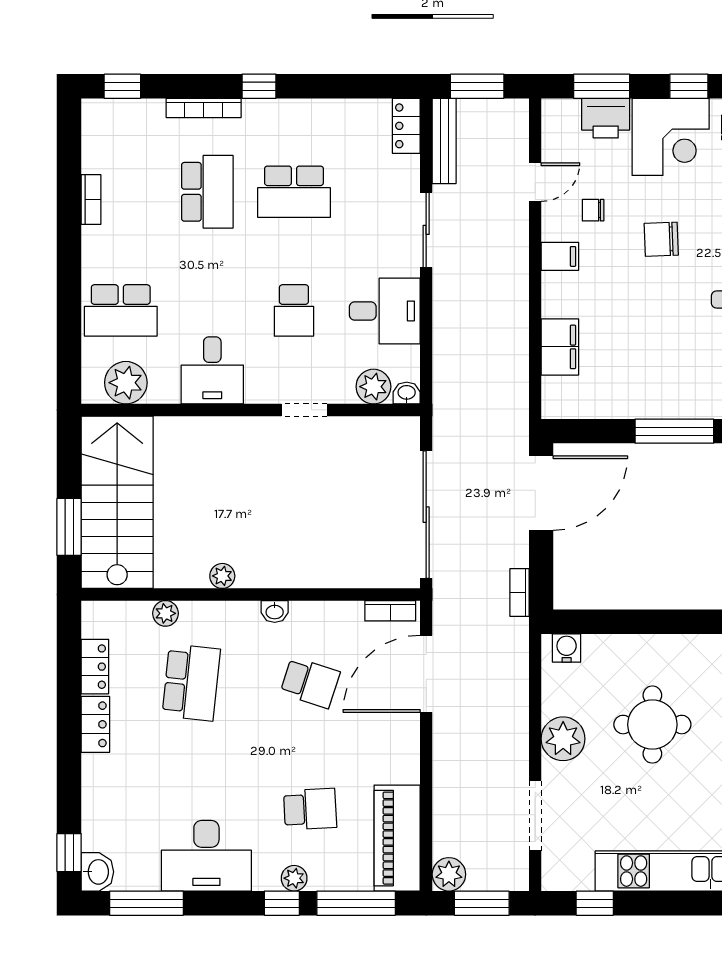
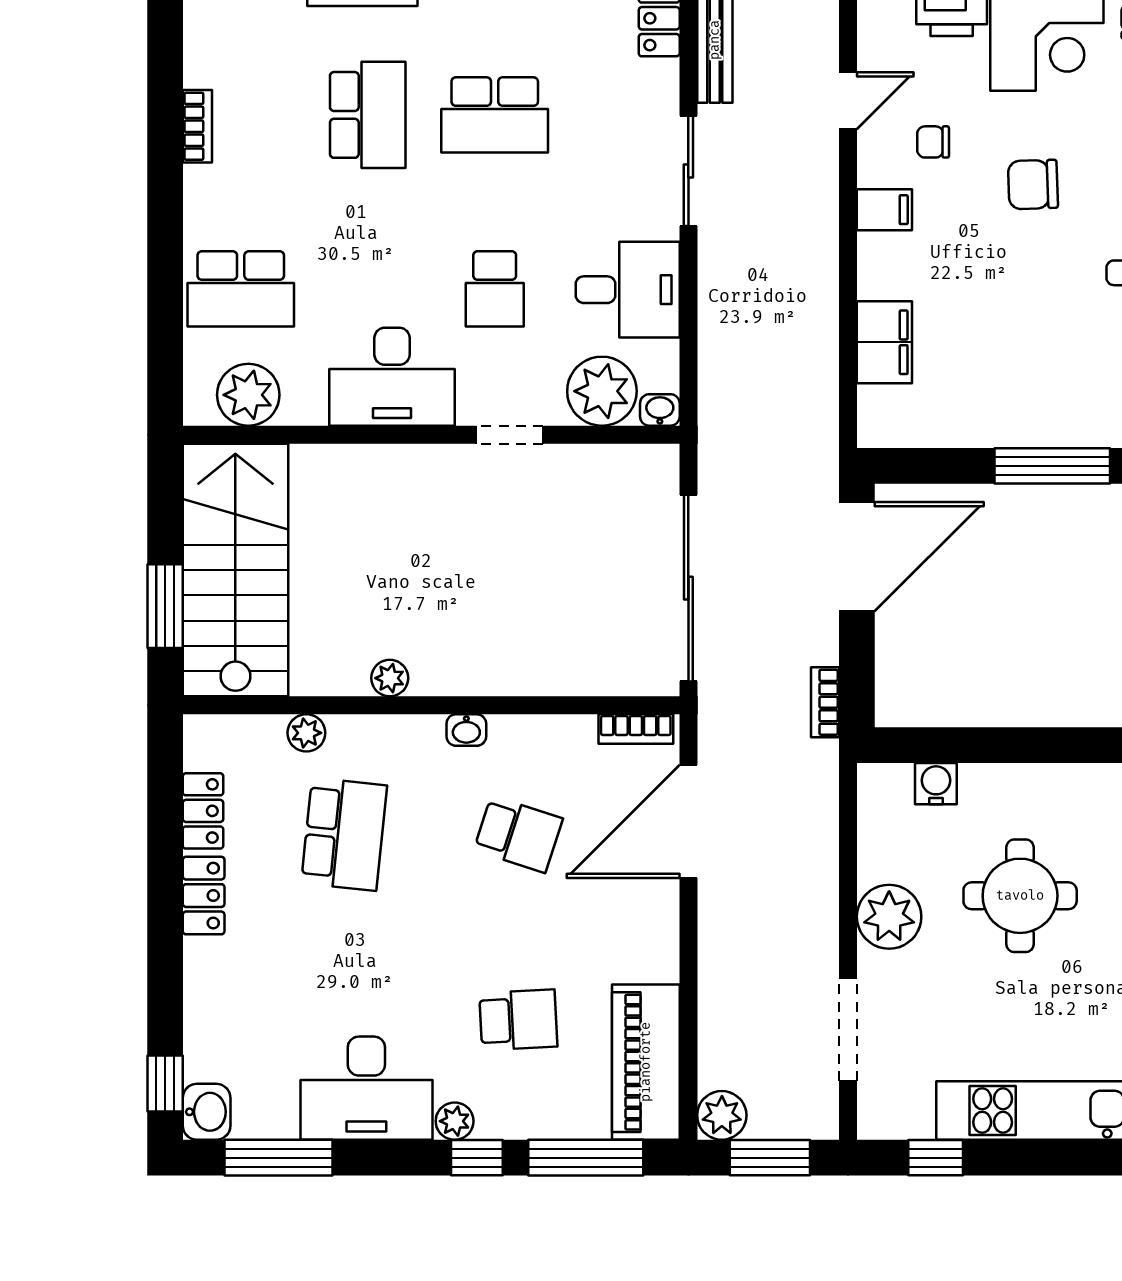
desk: (212, 370) -> (392, 377), width x1.37
plant: (373, 387) -> (602, 391), width x1.36, depth x1.36
water cooler: (567, 648) -> (936, 784), moved
plant: (294, 878) -> (455, 1121), moved

